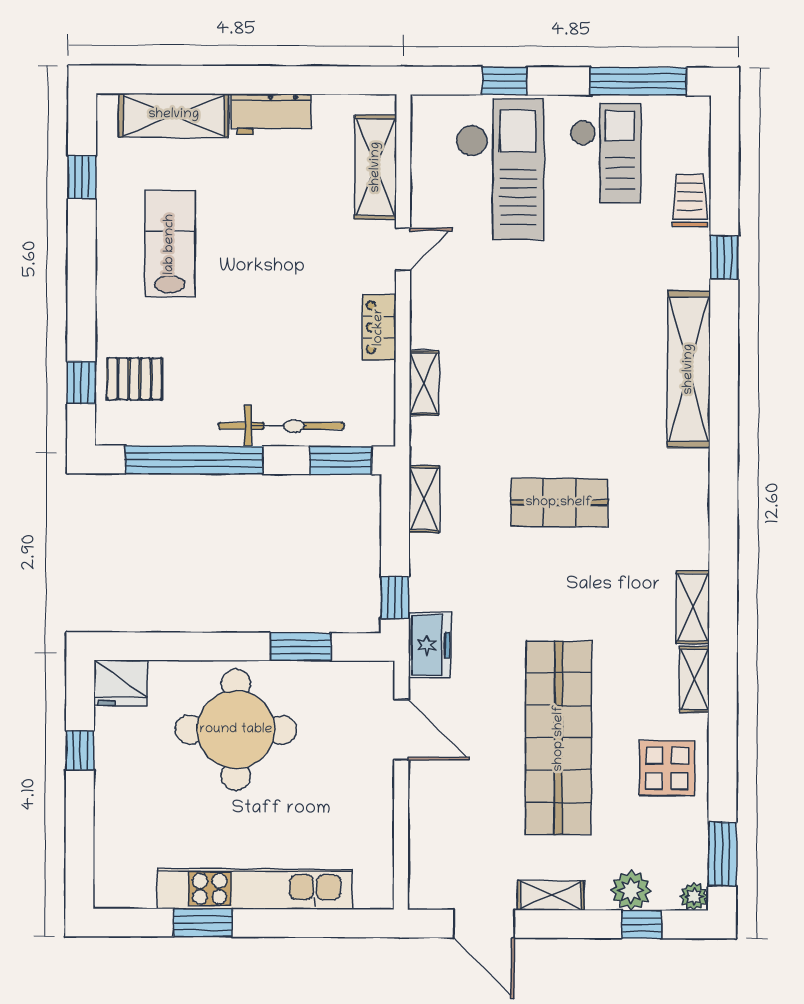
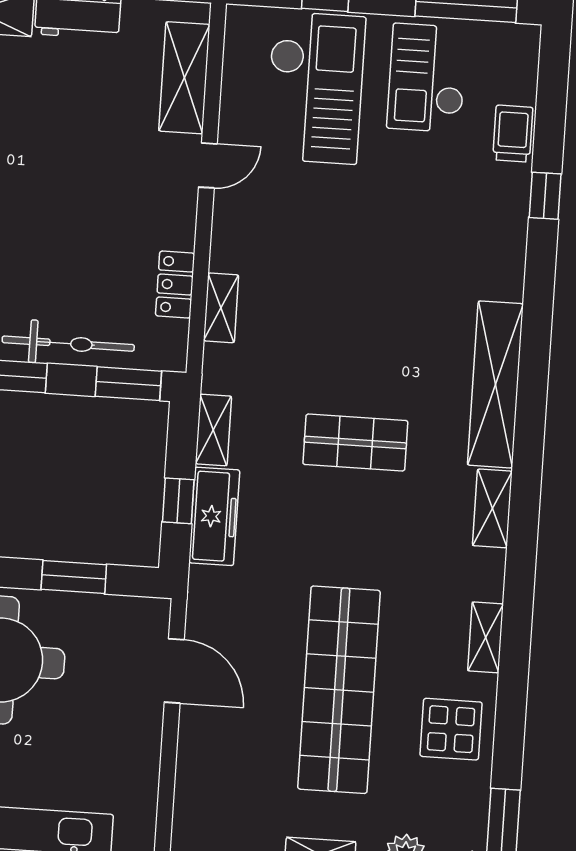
checkout: (605, 153) -> (427, 78), turned 180
locker: (379, 327) -> (175, 285), moved
shelving: (689, 369) -> (495, 384), moved
window: (395, 597) -> (178, 501), moved
shelving: (693, 607) -> (492, 508), moved
freezer: (430, 645) -> (214, 516), moved, width x1.40

